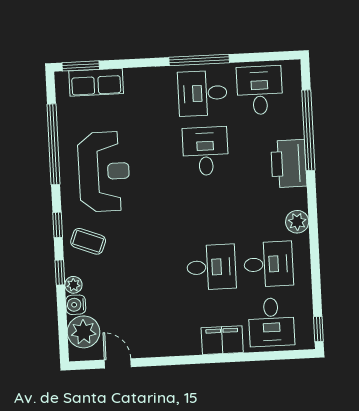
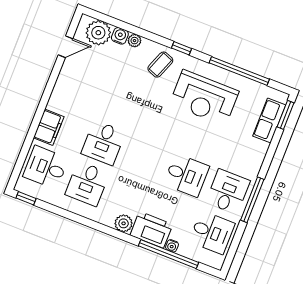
water cooler: (297, 130) -> (172, 246), added
plant: (297, 222) -> (124, 223), moved
window: (60, 273) -> (147, 35), removed

